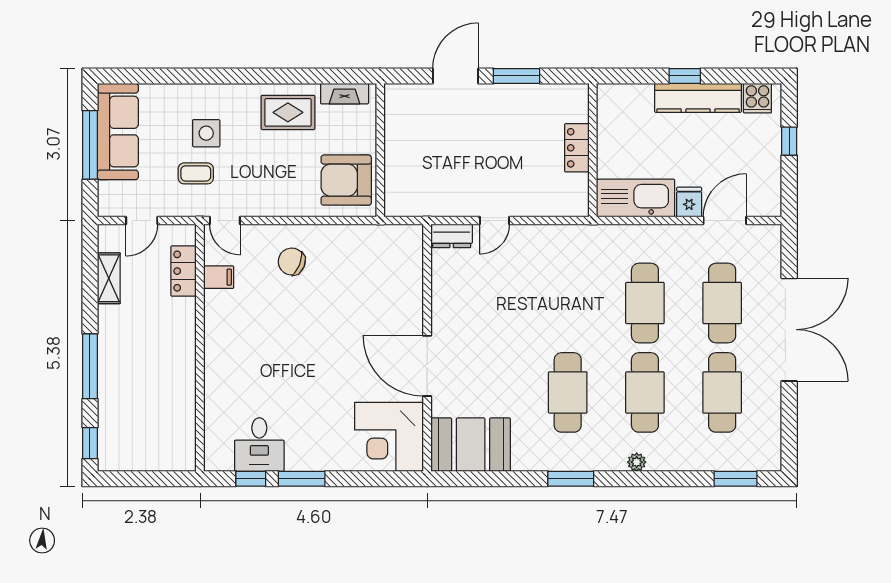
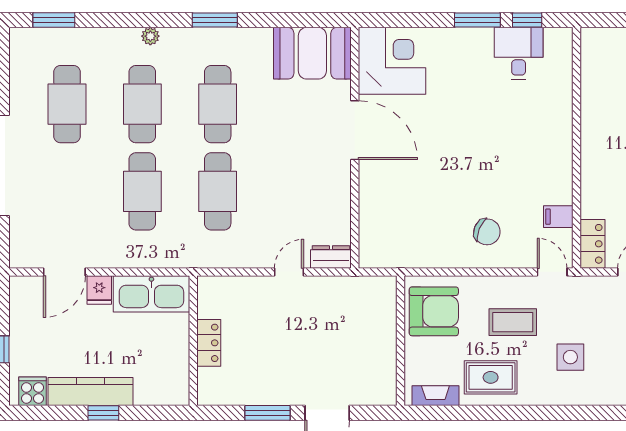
coffee table: (196, 173) -> (513, 322), moved, width x1.36, depth x1.30
locker: (184, 271) -> (593, 244), moved
cafe table: (722, 303) -> (218, 191), moved

